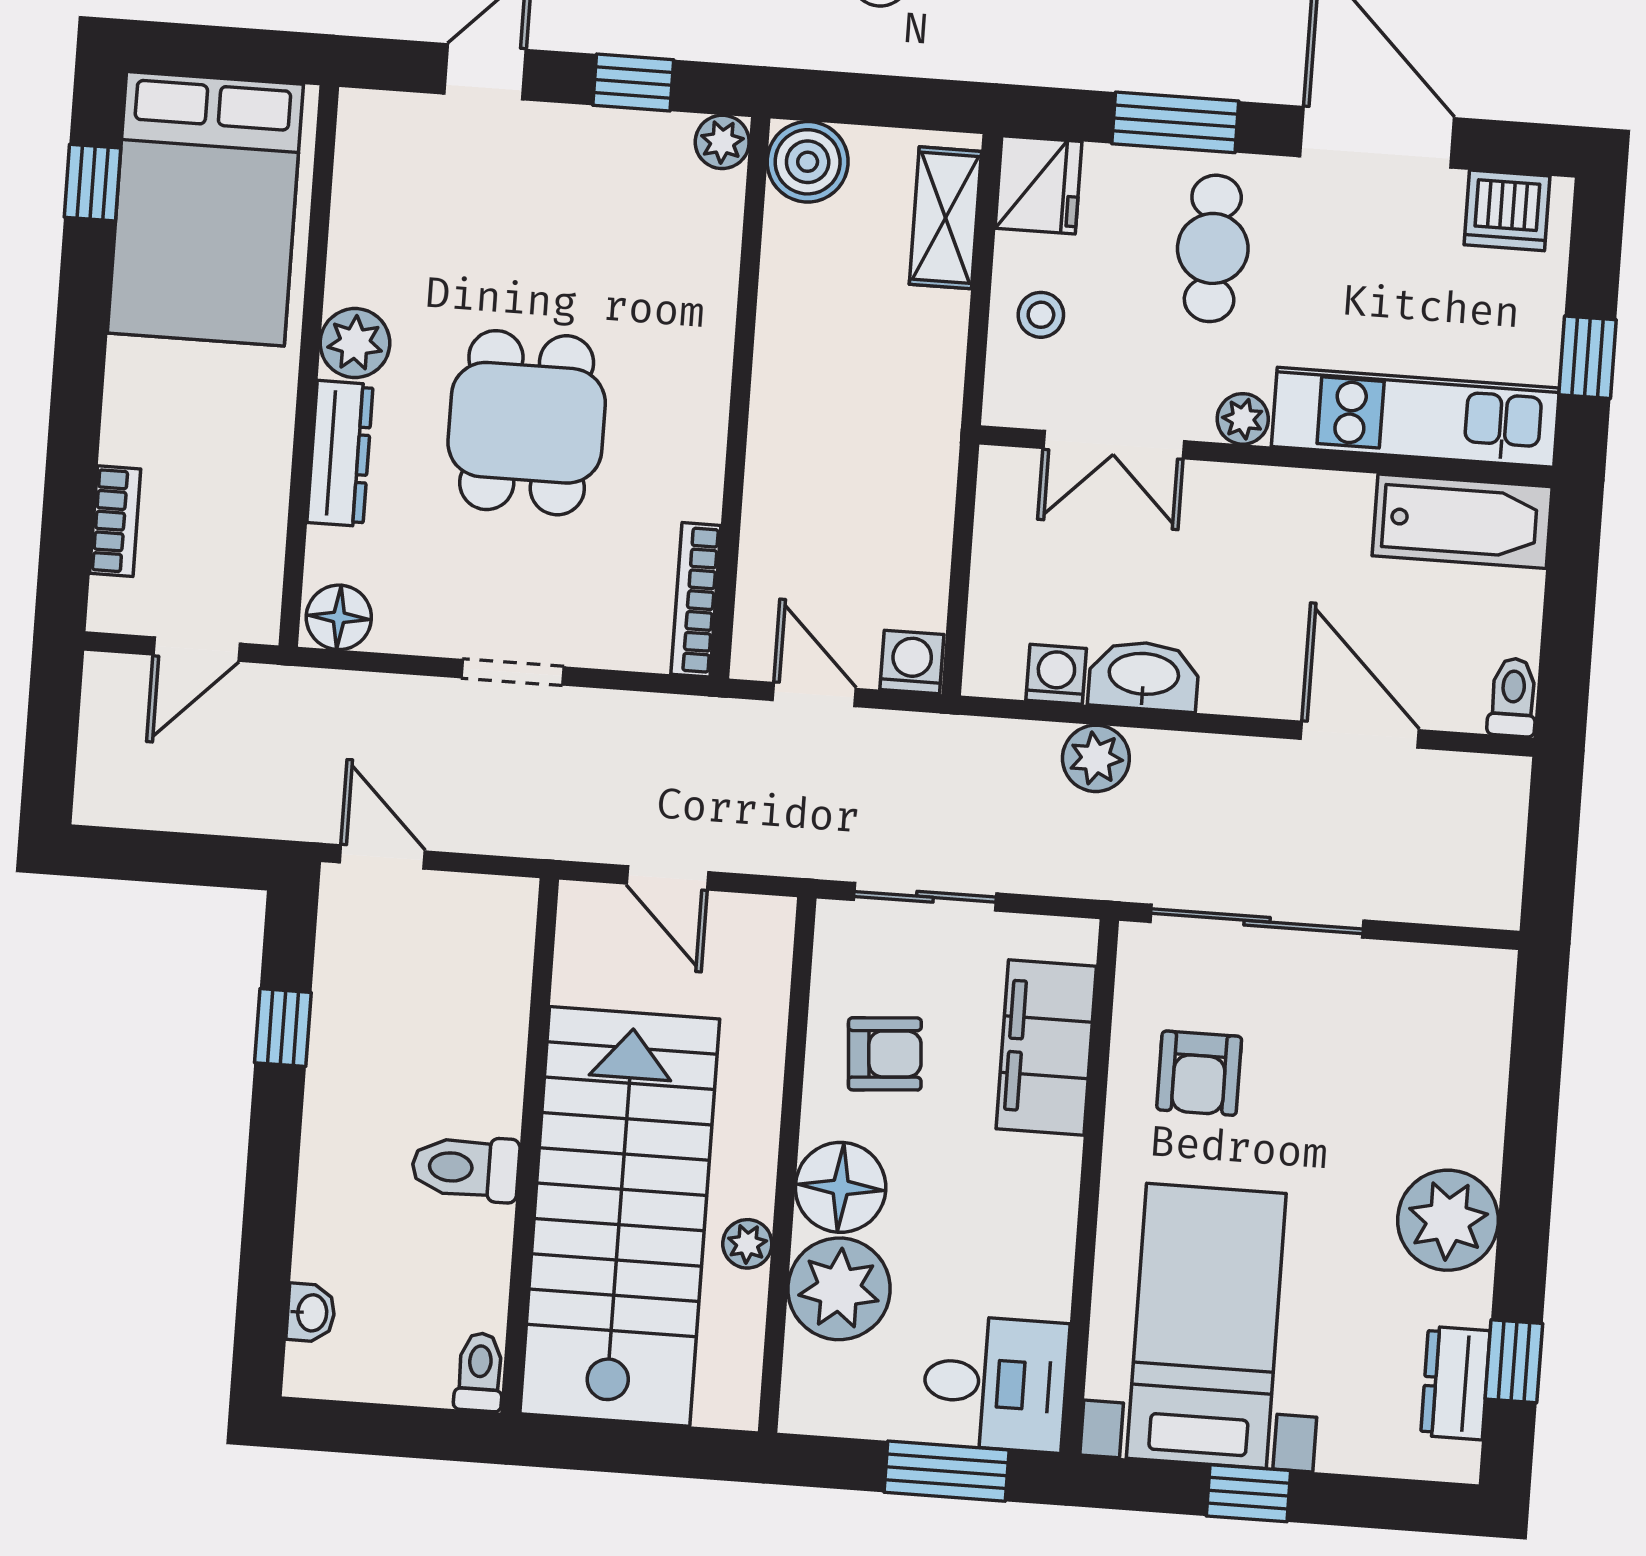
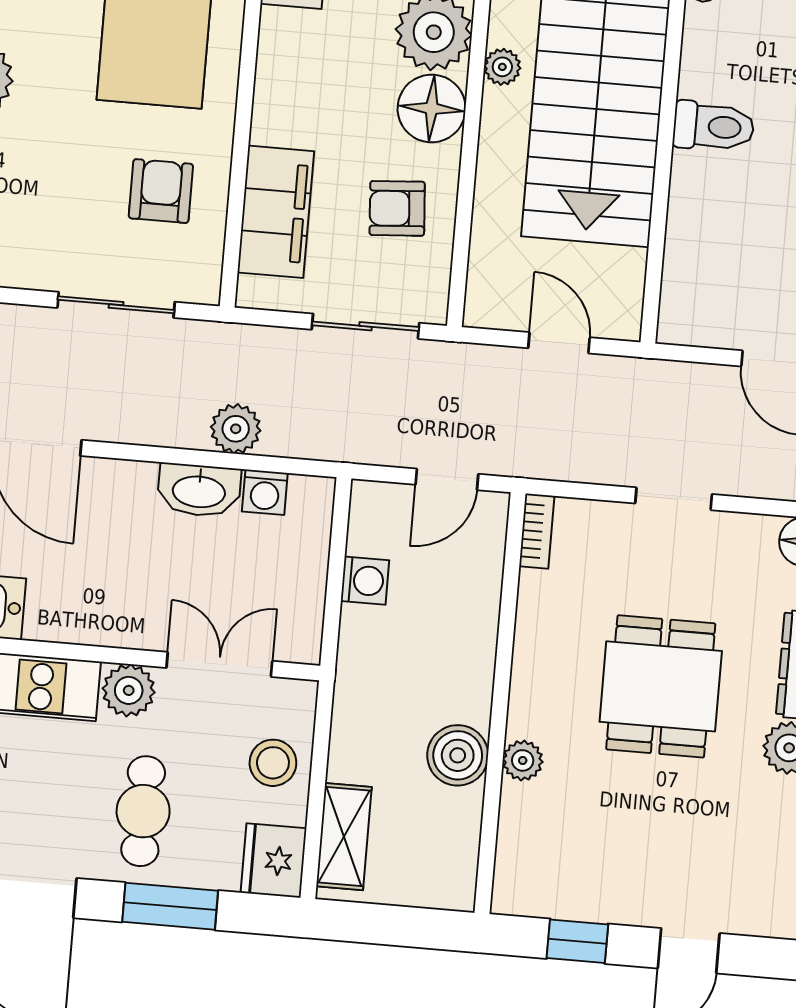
plant: (722, 142) -> (523, 760), moved
boiler: (808, 162) -> (458, 755), moved
stool: (1041, 315) -> (273, 763), width x1.37, depth x1.37
plant: (1243, 419) -> (129, 690), width x1.38, depth x1.38
bookcase: (696, 600) -> (537, 531), width x0.64
washing machine: (912, 662) -> (365, 581), moved, turned -90
door: (814, 695) -> (447, 479), hinge flipped
sliding door: (1257, 921) -> (116, 305), width x0.73

